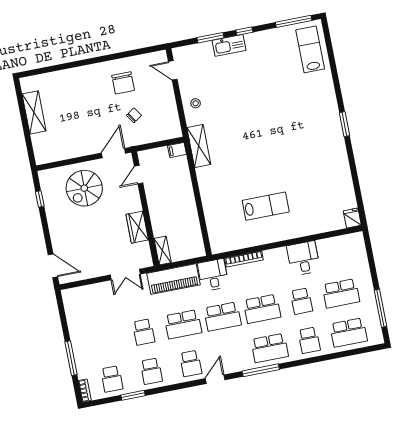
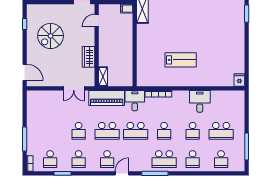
spiral stairs: (84, 188) -> (51, 36), moved
school desk: (262, 309) -> (164, 131), width x0.54
school desk: (349, 332) -> (221, 159), width x0.54

